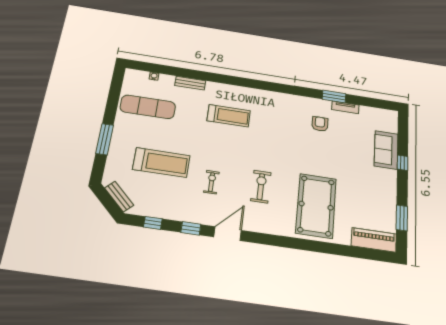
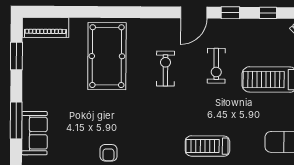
window: (403, 163) -> (16, 120), width x2.17
exercise bike: (212, 182) -> (216, 66), width x1.38, depth x1.39
exercise bike: (261, 187) -> (165, 69), turned 180

